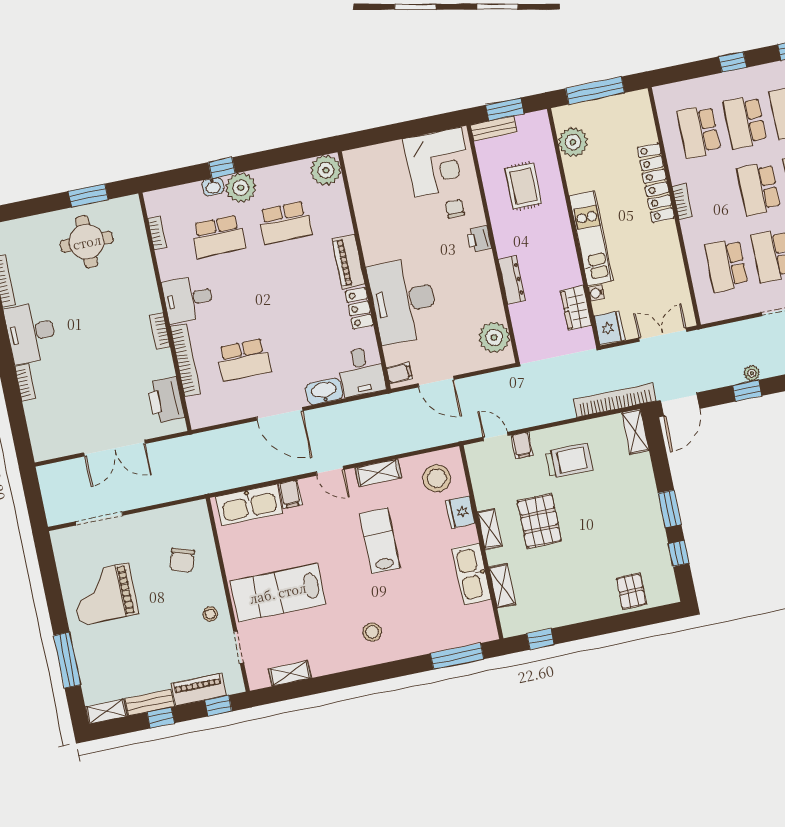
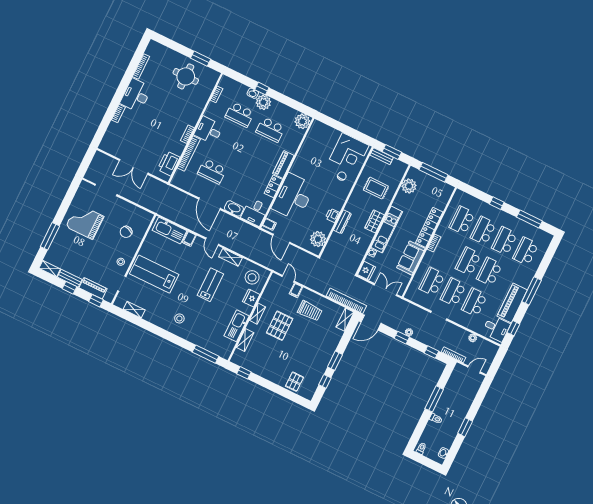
rug: (523, 186) -> (376, 188), turned 90
printer: (479, 239) -> (332, 215), moved
sofa: (664, 254) -> (411, 258), added
wardrobe: (576, 308) -> (375, 221), moved

